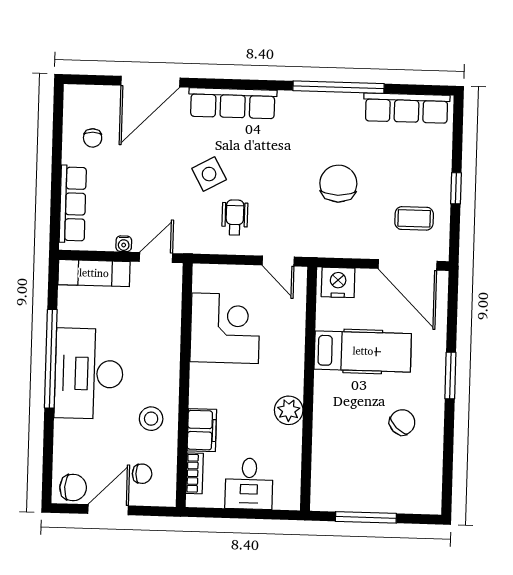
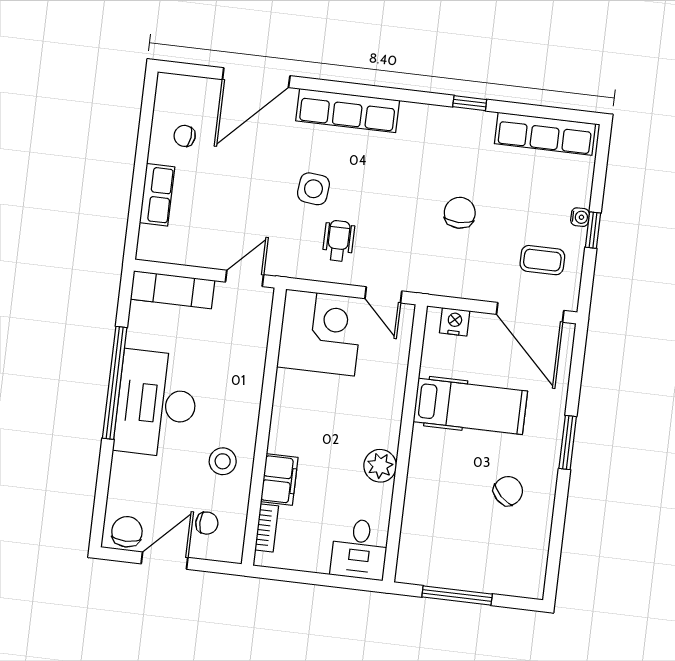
window: (339, 87) -> (470, 103), width x0.32
chair: (93, 138) -> (185, 136), turned 97
side table: (209, 174) -> (313, 189), turned 35
chair: (338, 184) -> (460, 213), width x0.73, depth x0.73
row of seats: (73, 204) -> (157, 195), width x0.68
water cooler: (124, 244) -> (580, 217), moved, turned -90
nightstand: (338, 282) -> (455, 322), width x0.74, depth x0.75
corner desk: (225, 328) -> (320, 332), moved
desk: (249, 484) -> (360, 549), moved
chair: (73, 488) -> (127, 532), turned -92

